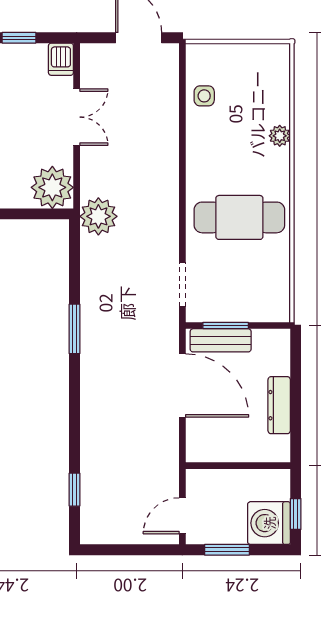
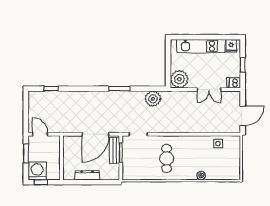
plant: (98, 216) -> (153, 99), moved
cafe table: (239, 217) -> (167, 158), width x0.73, depth x0.74

